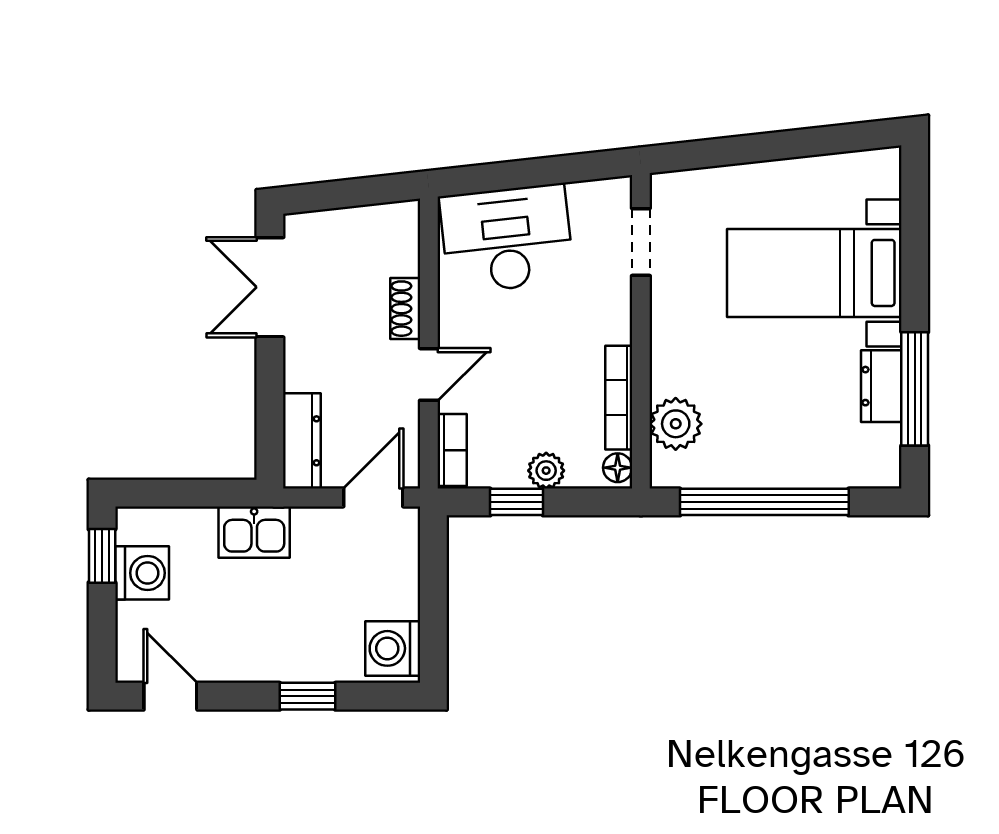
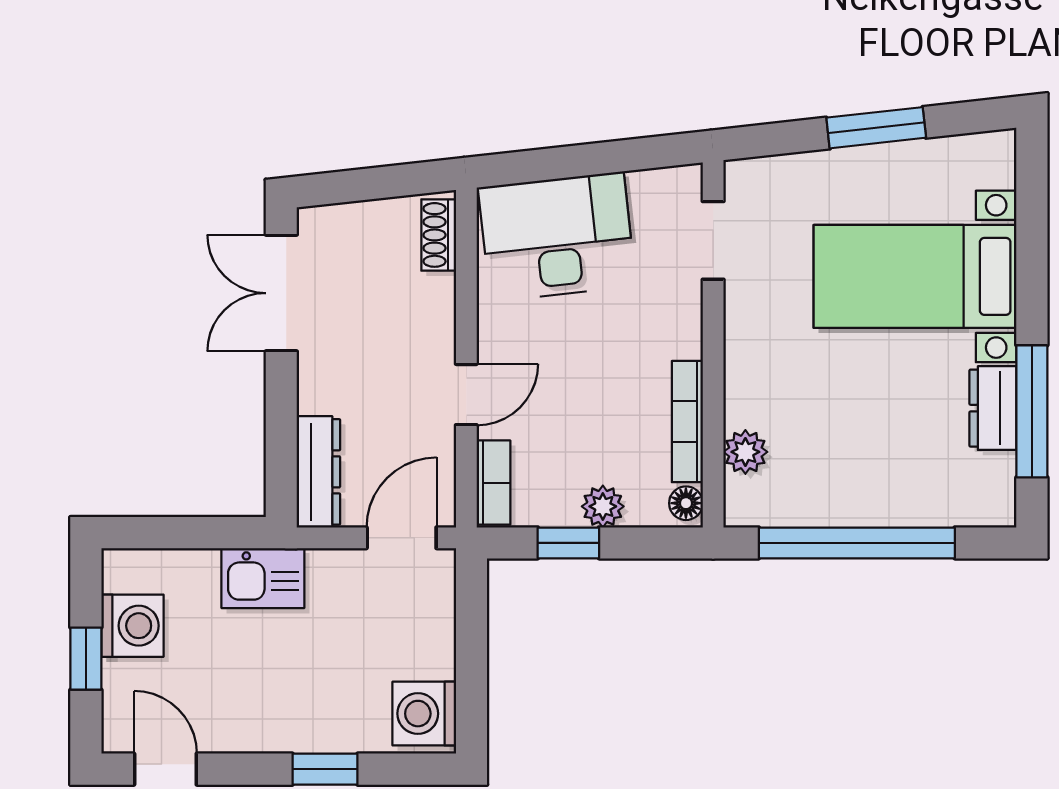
window: (781, 145) -> (876, 128), added
shoe rack: (405, 309) -> (439, 235), moved
plant: (676, 424) -> (745, 452), width x0.73, depth x0.73
window: (102, 556) -> (86, 659), moved

